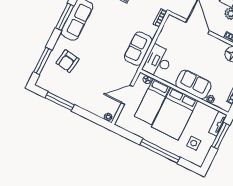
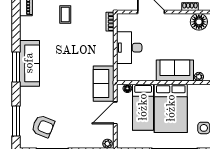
sofa: (138, 49) -> (104, 84), moved
armchair: (67, 61) -> (43, 126), moved, turned -77
desk: (158, 61) -> (129, 48), moved

